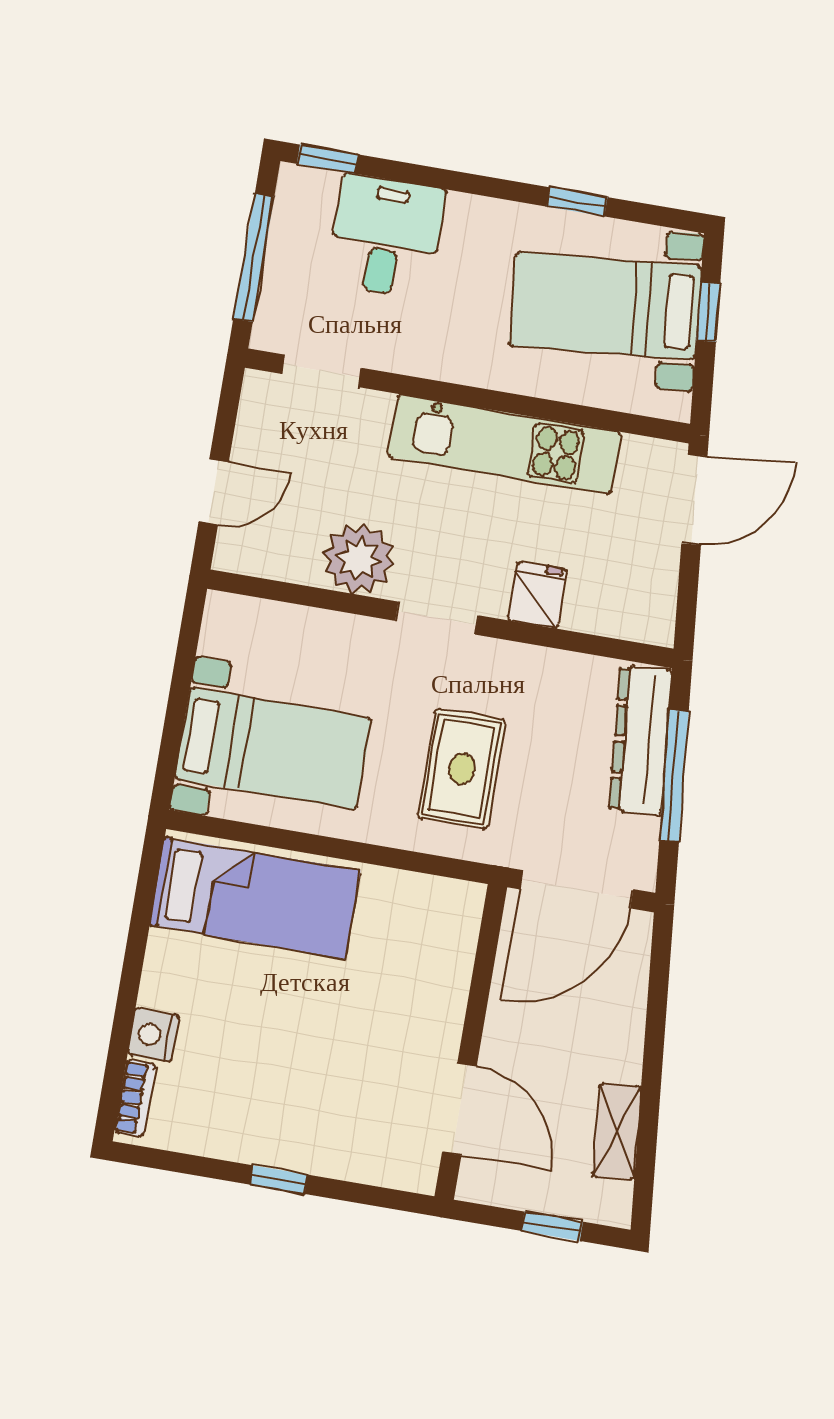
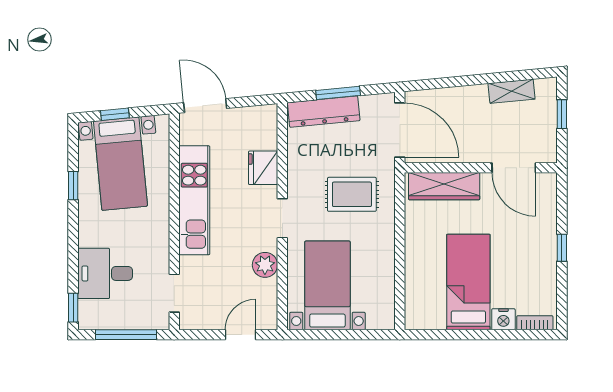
door: (214, 492) -> (241, 335), hinge flipped
plant: (359, 559) -> (265, 265), width x0.73, depth x0.73
fridge: (537, 595) -> (263, 168), width x1.38
bed with nightstands: (273, 748) -> (327, 285), moved
window: (674, 776) -> (338, 93), width x0.69
bed: (255, 898) -> (468, 282), moved
wardrobe: (446, 960) -> (444, 186), added
door: (459, 1109) -> (514, 168), swing flipped

